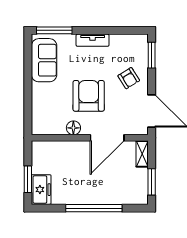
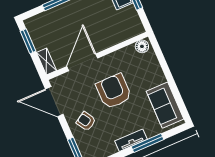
window: (54, 30) -> (148, 143), moved
armchair: (89, 96) -> (114, 91), turned 180
floor lamp: (73, 128) -> (142, 46), moved

